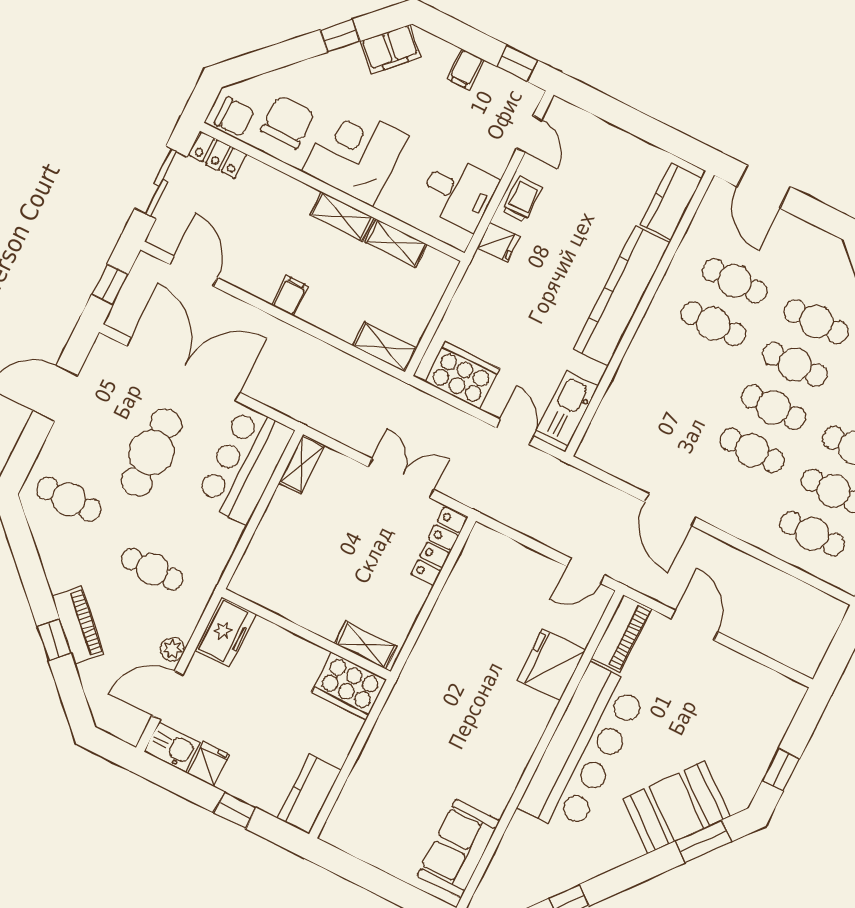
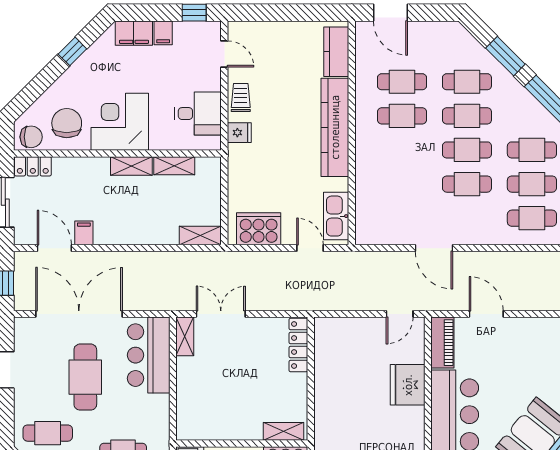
filing cabinet: (391, 49) -> (134, 33), moved, turned 45
filing cabinet: (290, 296) -> (84, 233), moved
double door: (401, 478) -> (221, 314), moved

